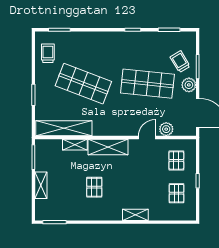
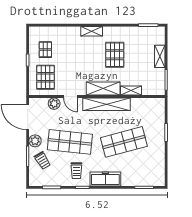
freezer: (105, 40) -> (105, 179), added
trolley: (48, 53) -> (76, 171), moved
shop shelf: (83, 84) -> (124, 142), turned -36
shelving: (64, 128) -> (106, 104), moved
door: (147, 138) -> (70, 97), hinge flipped
pallet: (176, 160) -> (46, 77), width x1.50, depth x1.42
pallet: (94, 187) -> (115, 55), width x1.50, depth x1.42
shelving: (135, 215) -> (92, 31), moved

